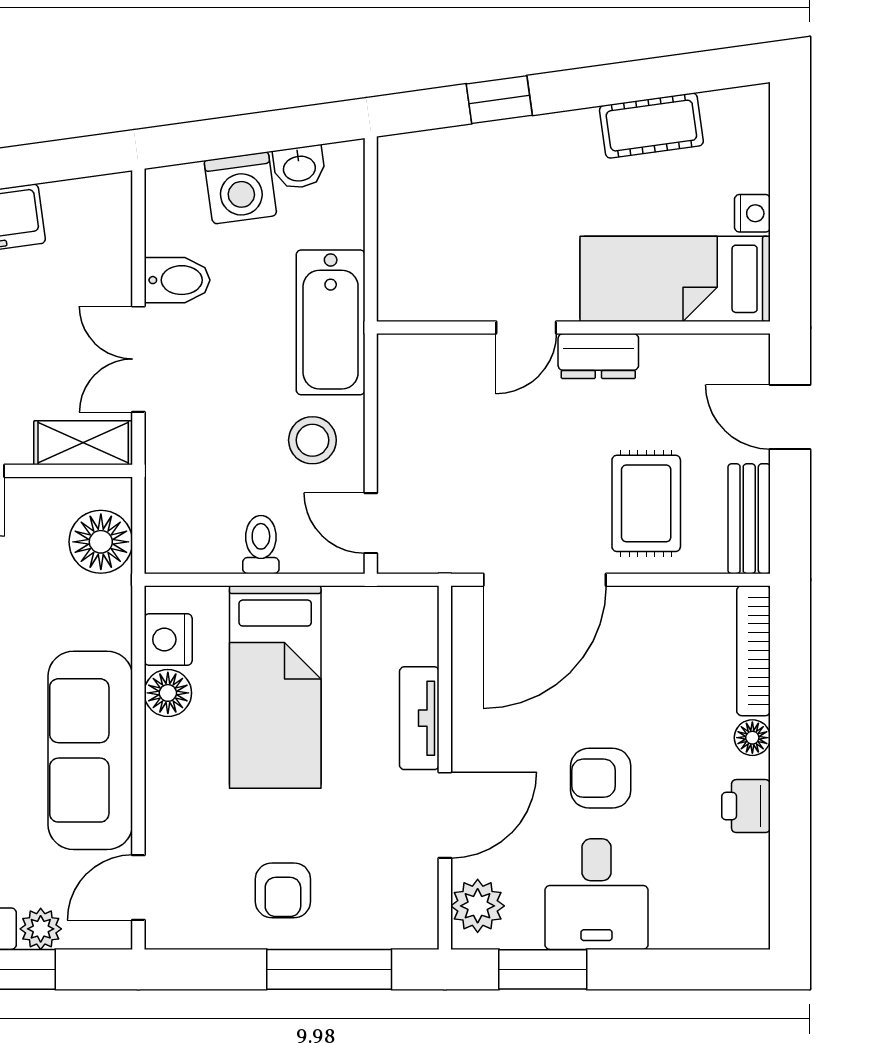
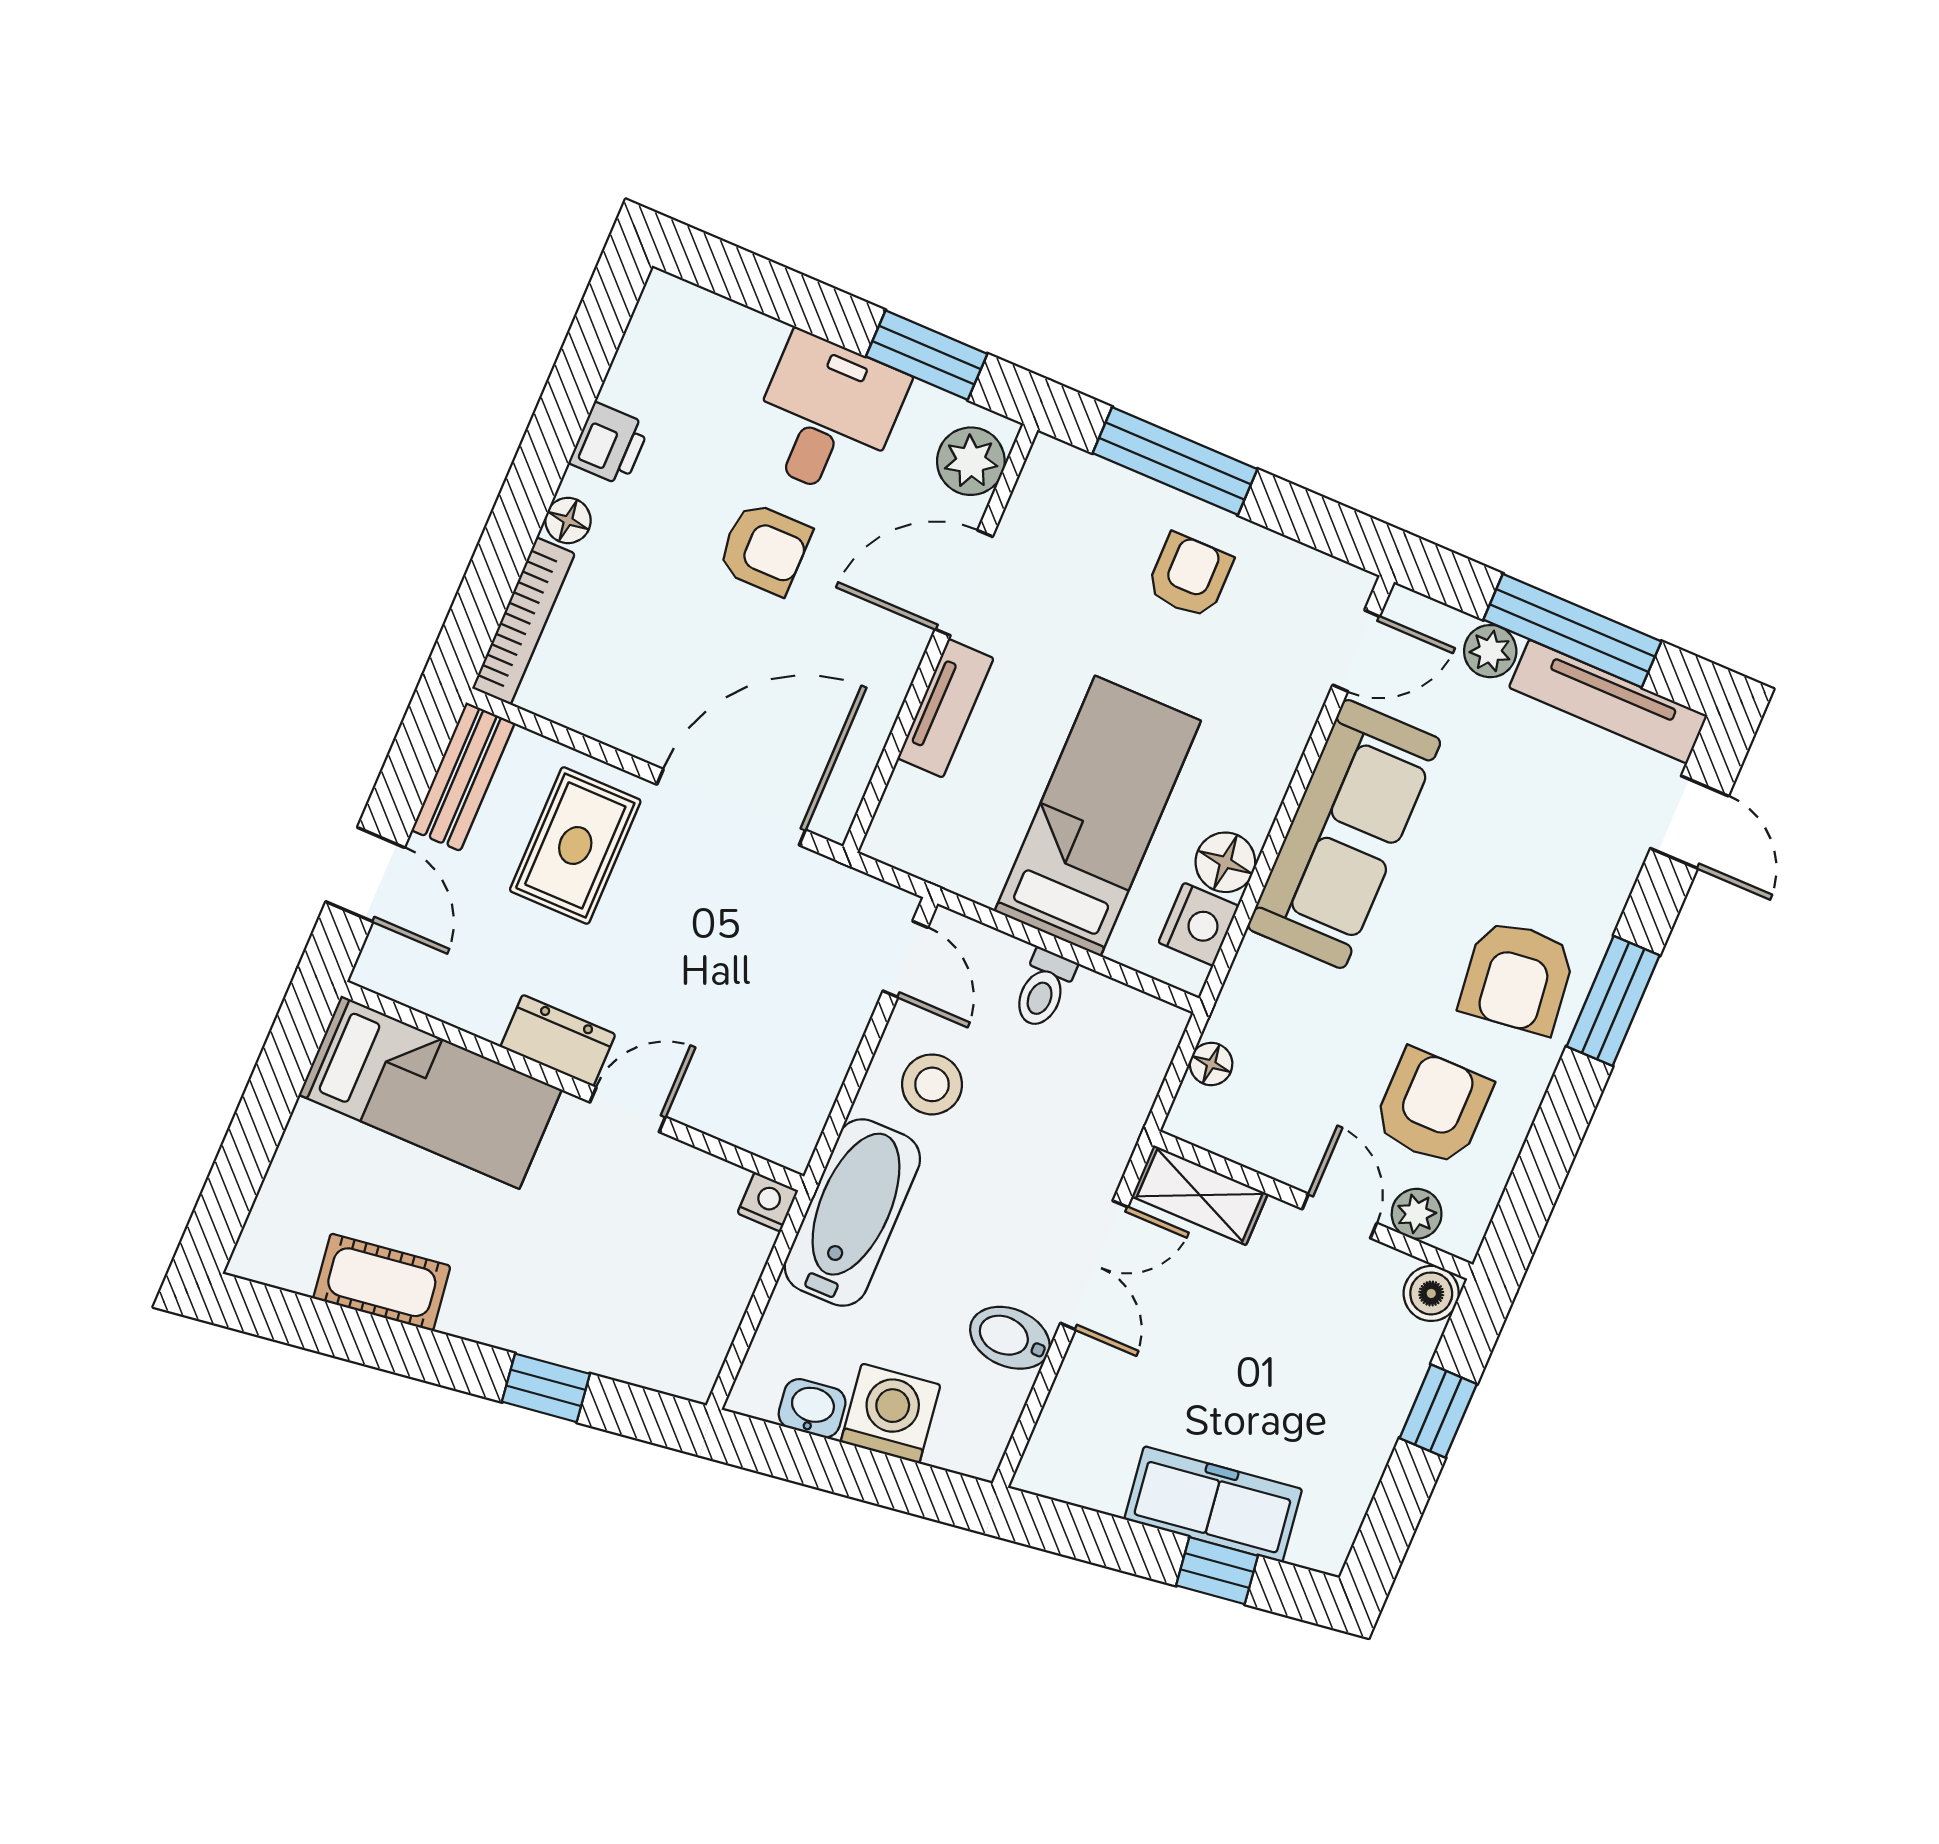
nightstand: (752, 213) -> (768, 1202), moved, turned 90
floor lamp: (101, 542) -> (1211, 1064), width x0.53, depth x0.53

